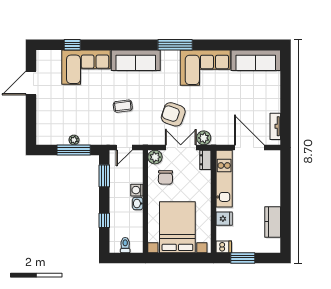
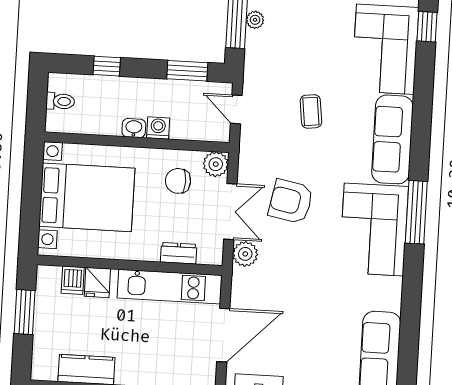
corner sofa: (205, 68) -> (374, 230), moved
armchair: (173, 114) -> (291, 201), turned -98
dresser: (205, 160) -> (179, 253), moved
dishwasher: (224, 247) -> (73, 280), moved

